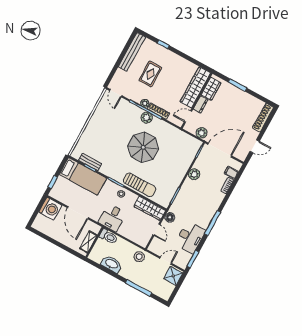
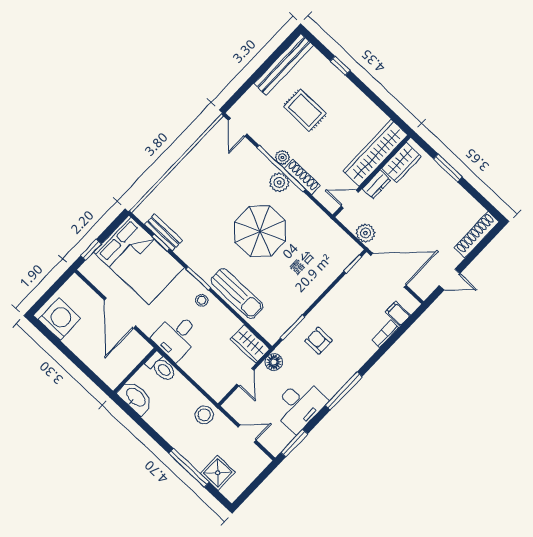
rug: (150, 74) -> (305, 110), turned 90
plant: (194, 174) -> (334, 300), removed
bed: (83, 176) -> (139, 260), width x1.50
armchair: (191, 199) -> (319, 341), added
wardrobe: (150, 208) -> (250, 344), width x0.67
washing machine: (50, 209) -> (59, 319), moved, turned -90
shelving: (88, 242) -> (125, 367), removed
washbasin: (111, 264) -> (135, 398), moved
shower: (173, 276) -> (218, 473), moved

